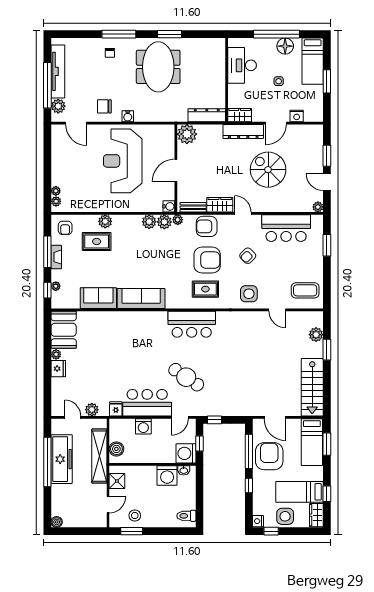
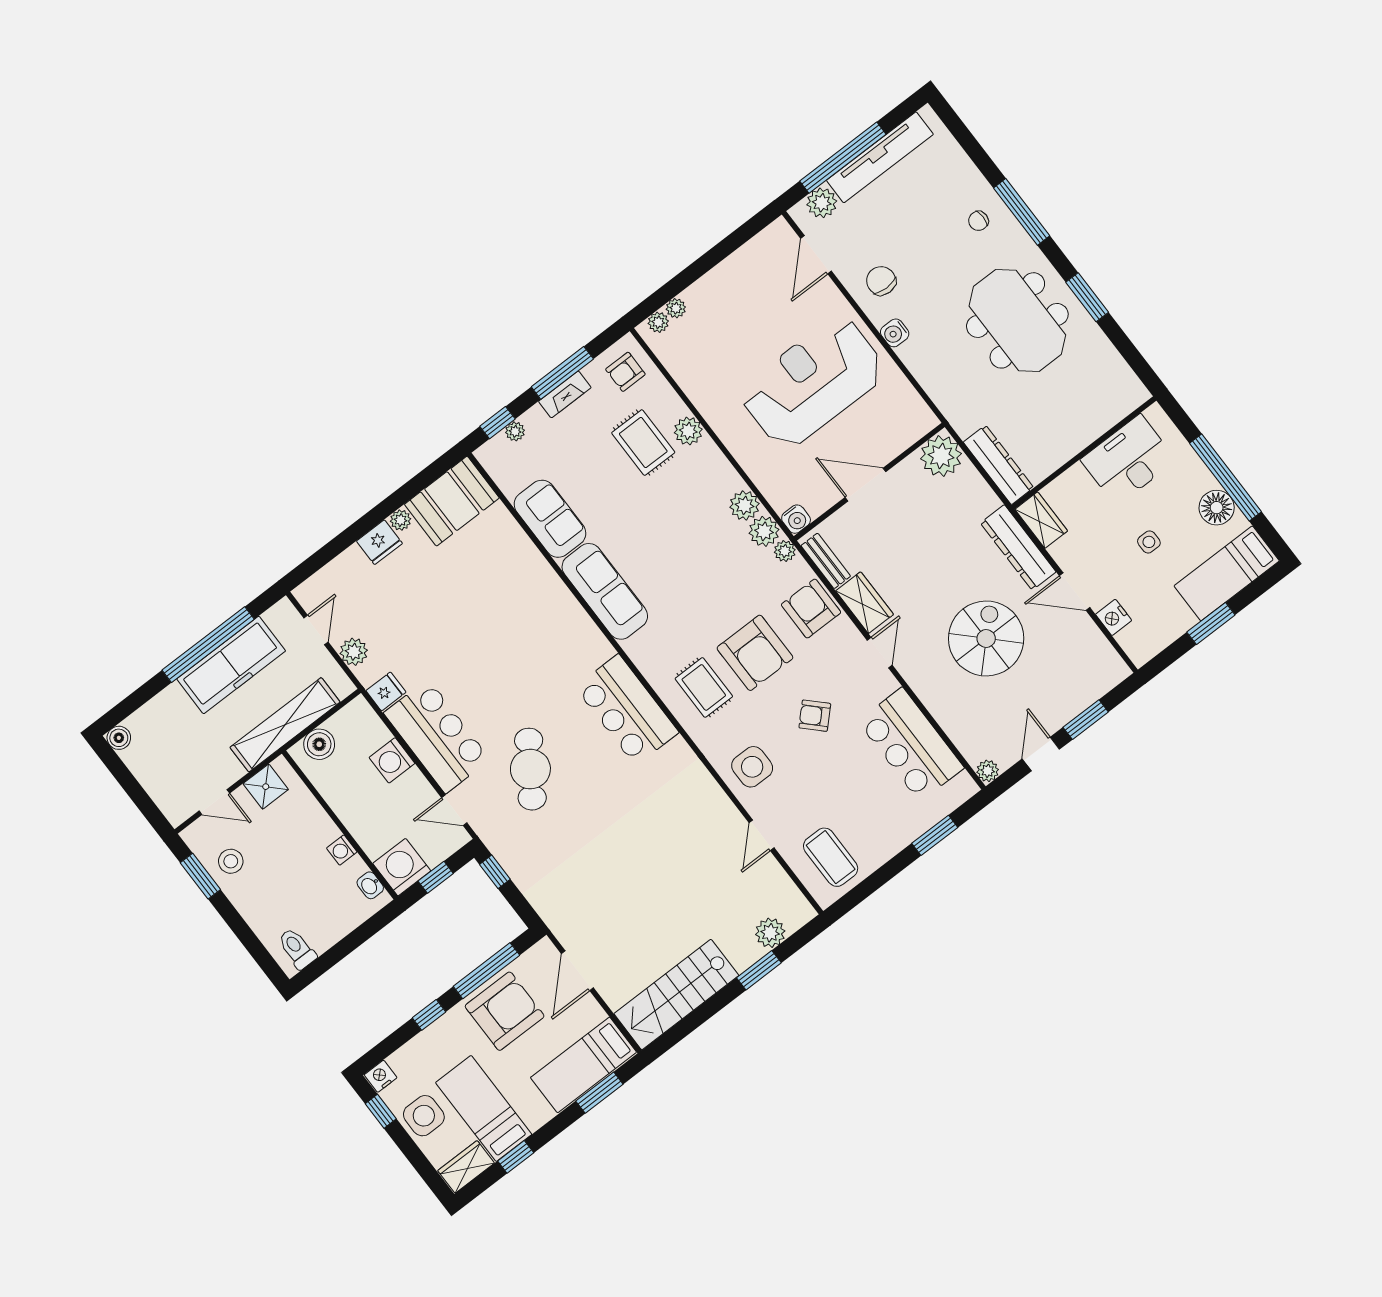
meeting table: (158, 67) -> (1017, 320), turned 90
washing machine: (167, 475) -> (342, 850), width x0.53, depth x0.53

